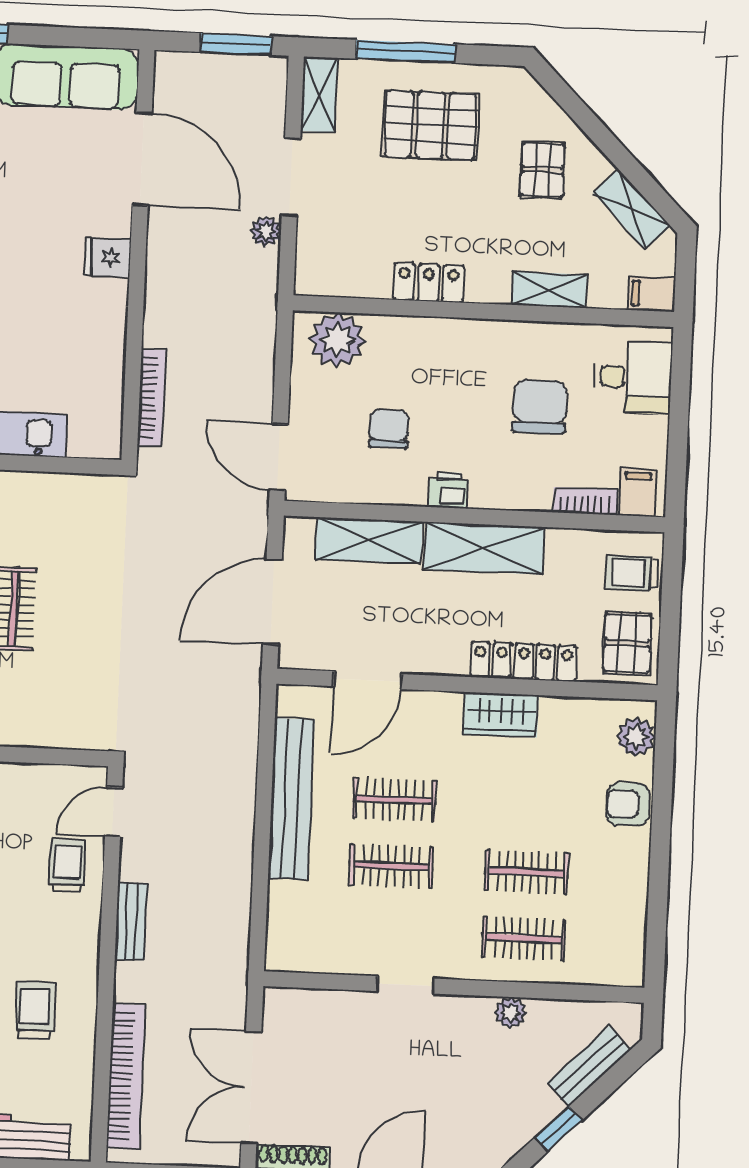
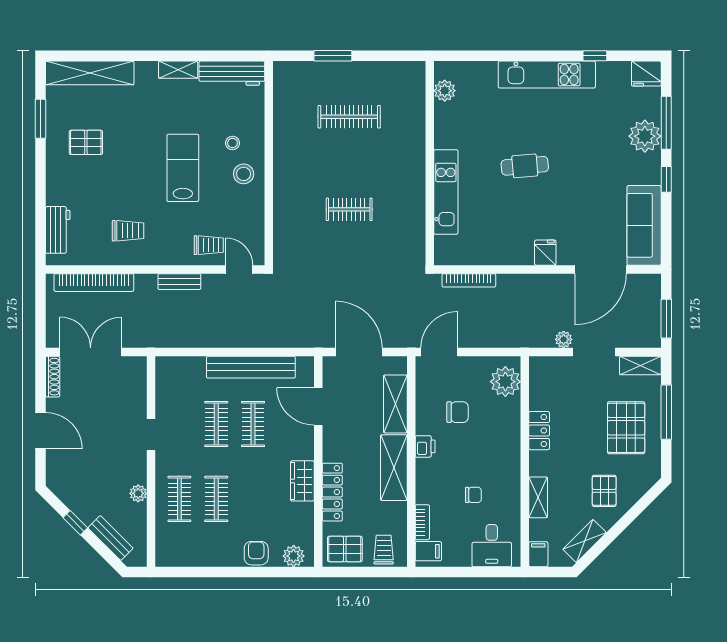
pallet: (543, 170) -> (604, 491), turned 90
chair: (540, 407) -> (473, 495), width x0.54, depth x0.54

